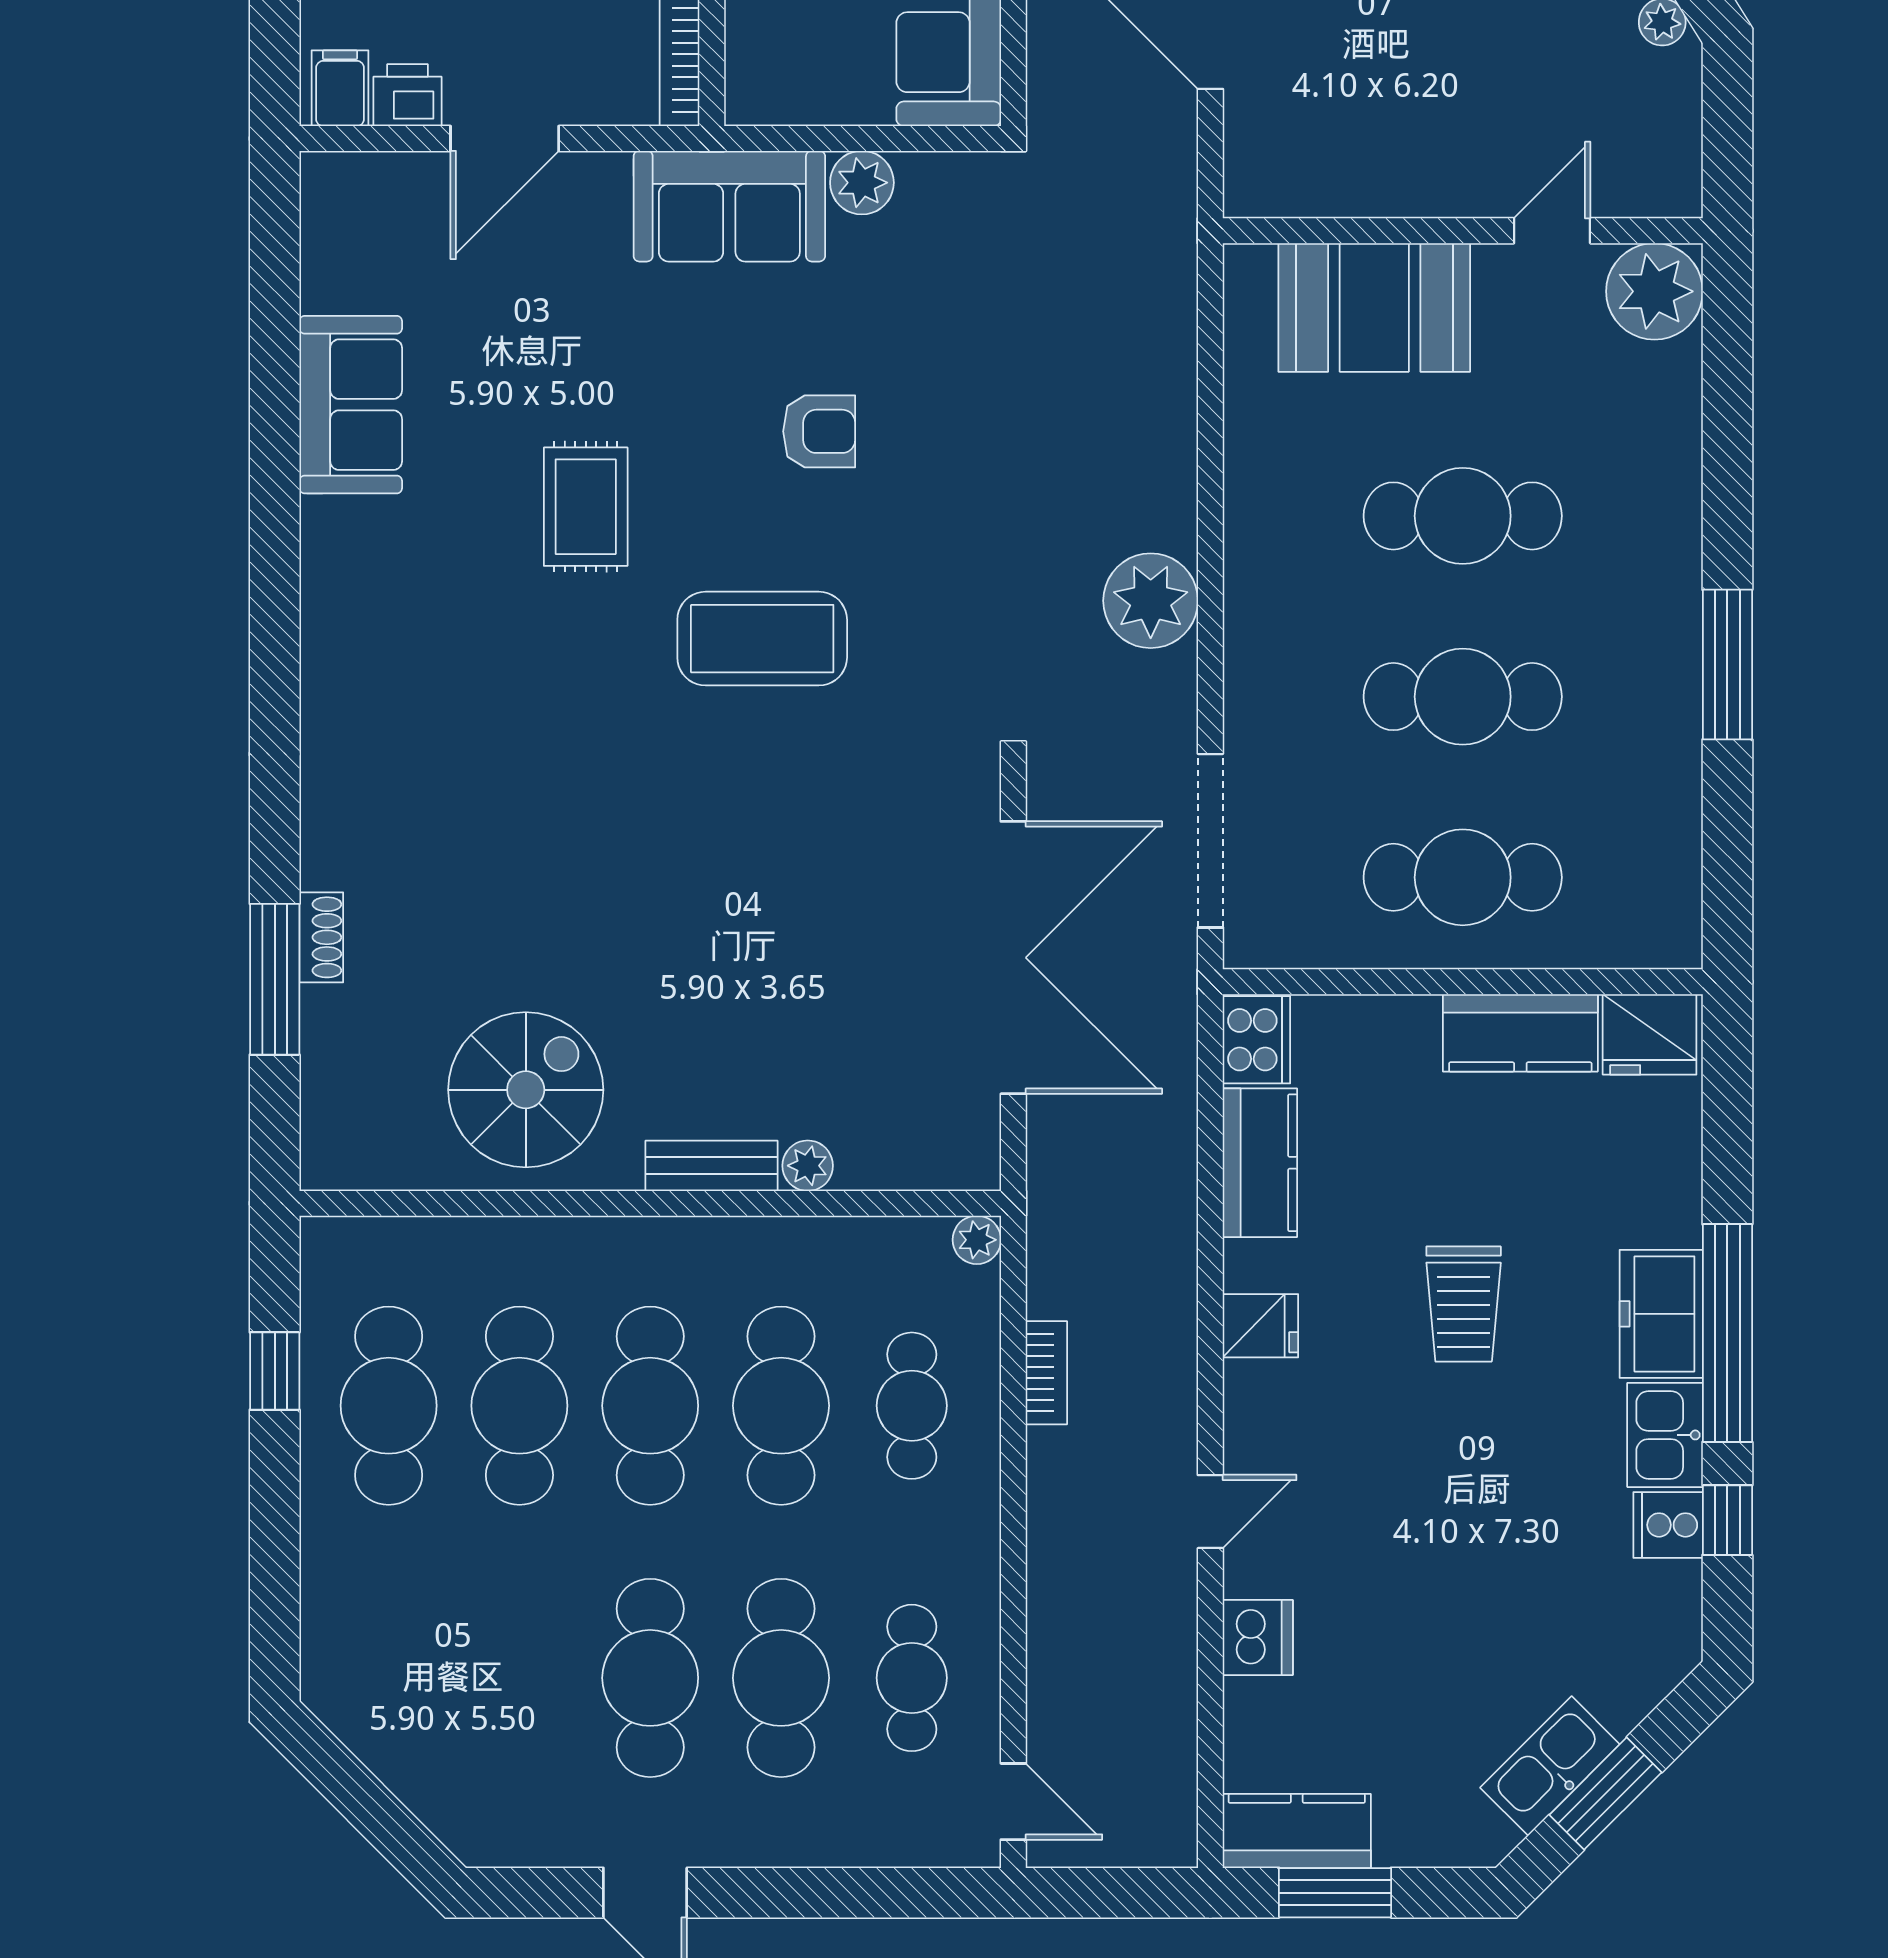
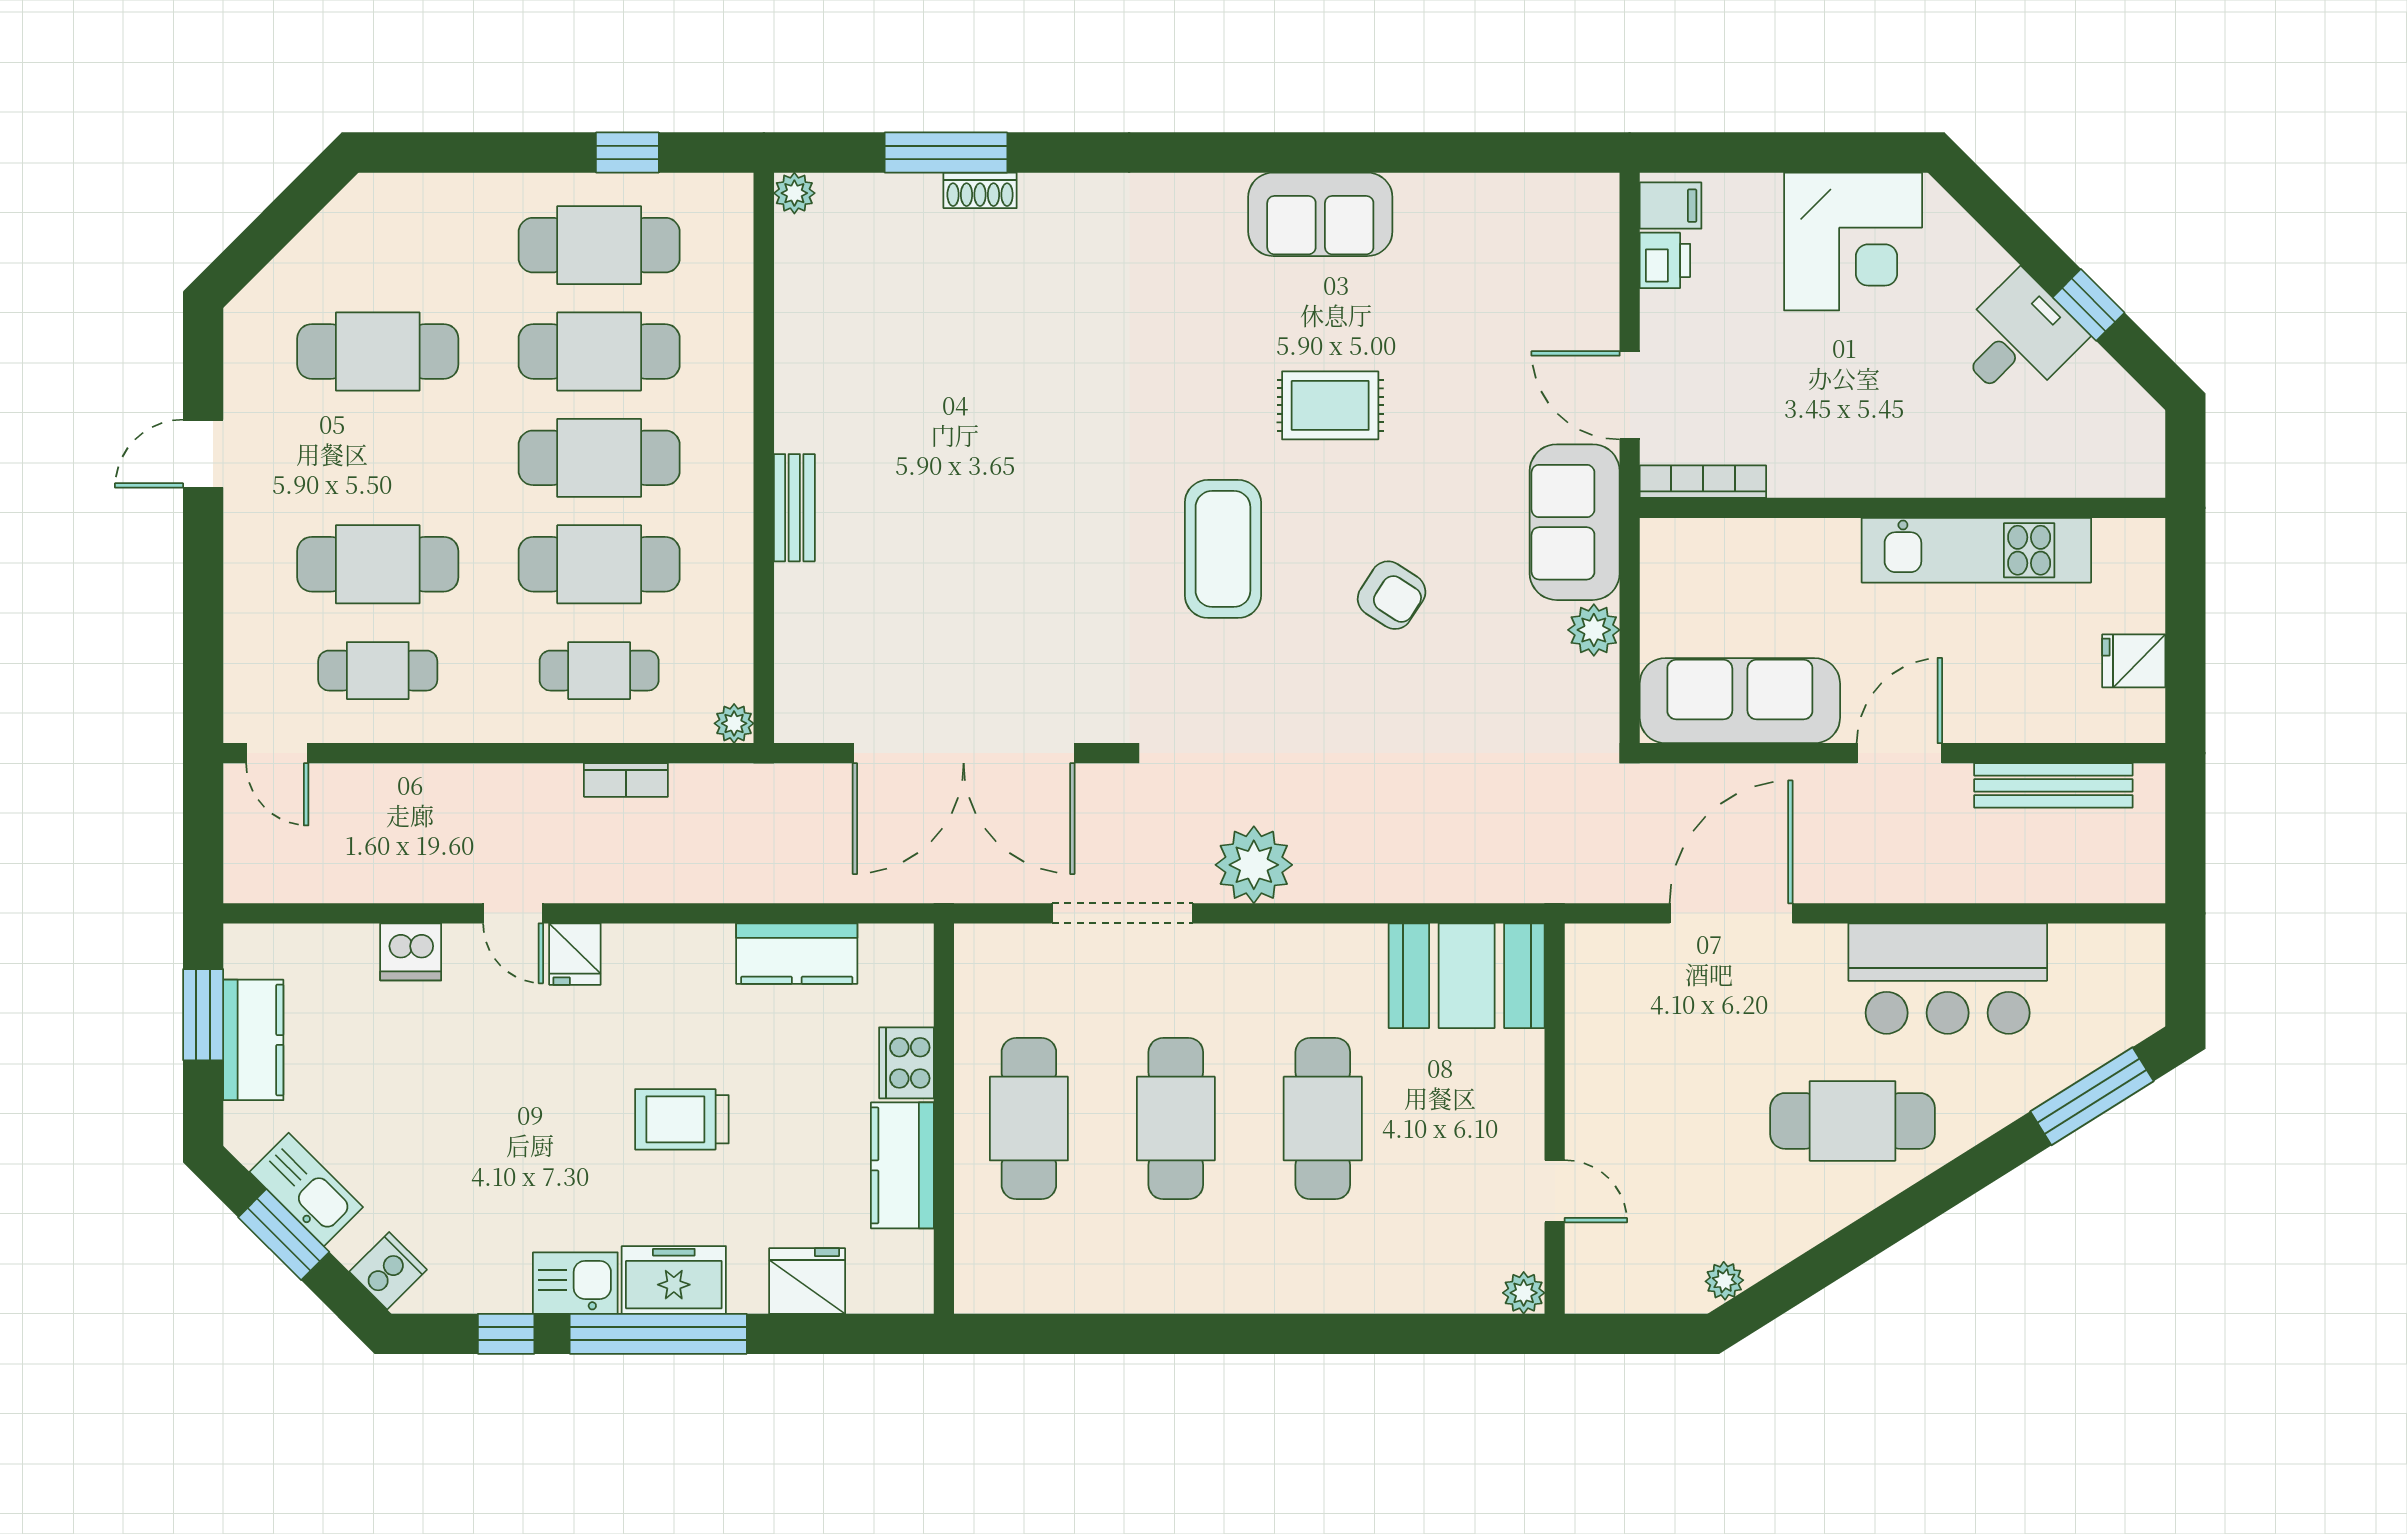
door: (505, 138) -> (1630, 395), moved
plant: (1654, 291) -> (1524, 1293), width x0.53, depth x0.53
booth: (1374, 307) -> (1467, 976), moved, turned 90
sofa: (351, 405) -> (1320, 214), moved
armchair: (819, 431) -> (1392, 595), turned -57
window: (1727, 665) -> (1202, 1334), removed
doorway: (1210, 841) -> (1122, 913), moved
fridge: (1650, 1034) -> (807, 1281), moved, turned 90
cooker: (1256, 1040) -> (906, 1063), moved, turned 90
spiral stairs: (526, 1090) -> (856, 357), removed
plant: (808, 1166) -> (794, 193), moved
fridge: (1260, 1326) -> (575, 954), moved
cooker: (1668, 1525) -> (388, 1271), moved, turned 45
cafe table: (650, 1678) -> (378, 351), moved
door: (1013, 1802) -> (277, 753), hinge flipped
kitchen counter: (1297, 1831) -> (253, 1040), moved

